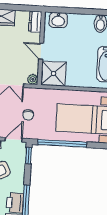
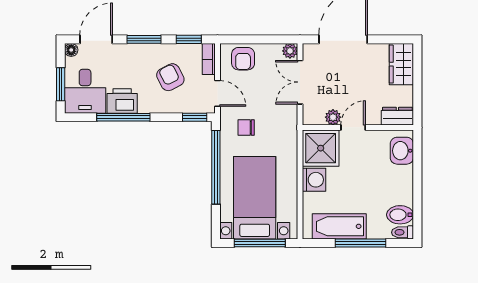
plant: (33, 79) -> (333, 117), moved
washing machine: (74, 79) -> (314, 180), added
chair: (28, 115) -> (246, 127), moved

